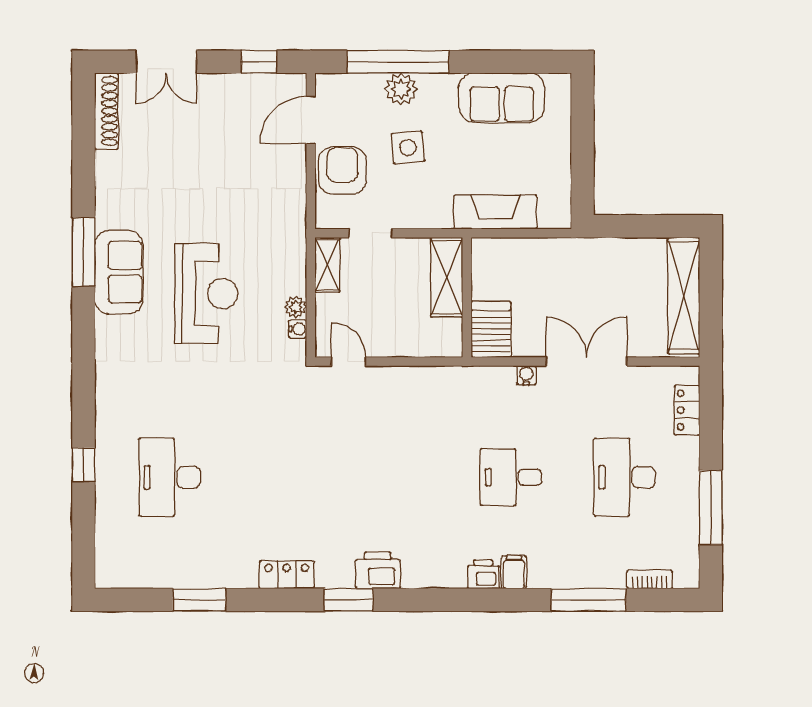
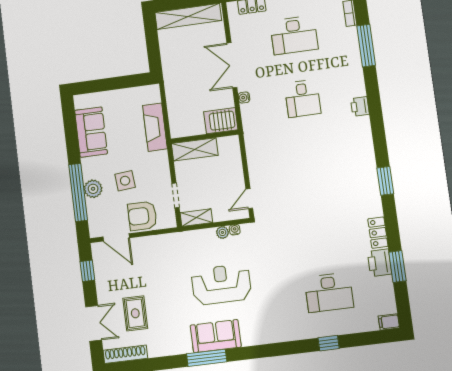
rug: (175, 137) -> (135, 313), added
printer: (378, 570) -> (380, 263), moved
filing cabinet: (514, 572) -> (389, 322), moved
locker: (287, 575) -> (378, 233), moved

